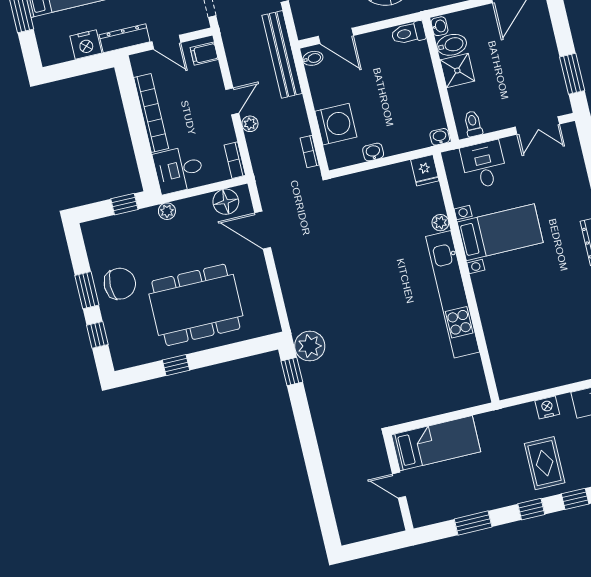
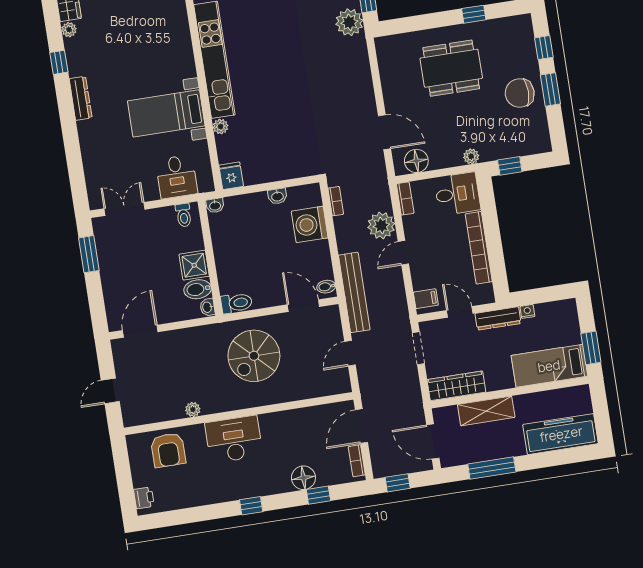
nightstand: (86, 44) -> (527, 311), width x0.53, depth x0.56
plant: (250, 124) -> (381, 226), width x1.88, depth x1.88
dining table: (196, 305) -> (451, 68), width x0.73, depth x0.80

